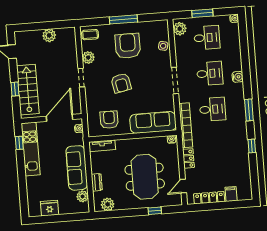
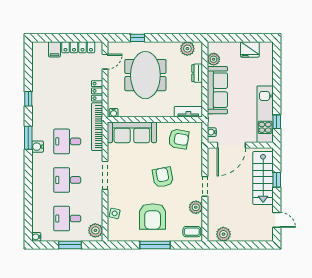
plant: (49, 35) -> (223, 234), moved
water cooler: (238, 77) -> (38, 147), moved
armchair: (109, 120) -> (179, 139), turned -80

